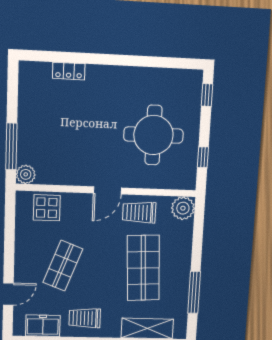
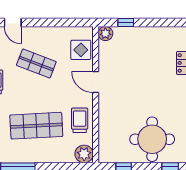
round table: (153, 135) -> (152, 139), moved
window: (11, 146) -> (126, 22), width x0.46
door: (107, 190) -> (96, 82), moved

